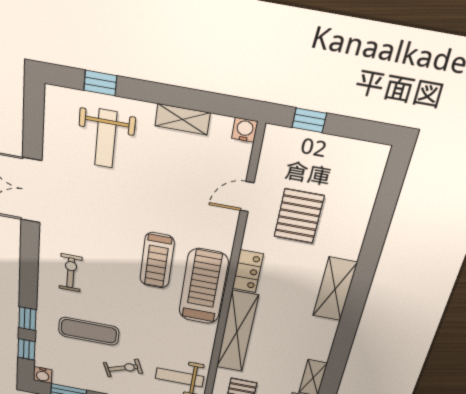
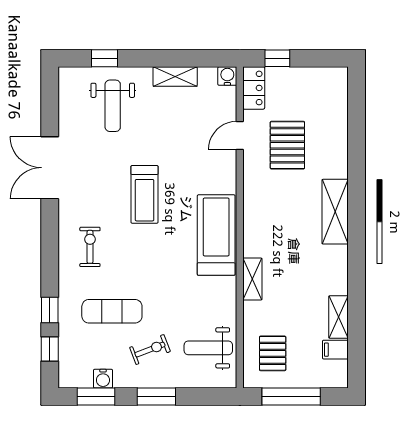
treadmill: (157, 261) -> (145, 194), moved
locker: (248, 271) -> (254, 88), moved
shelving: (237, 332) -> (252, 279), width x0.45, depth x0.75
water cooler: (43, 375) -> (103, 379), moved

